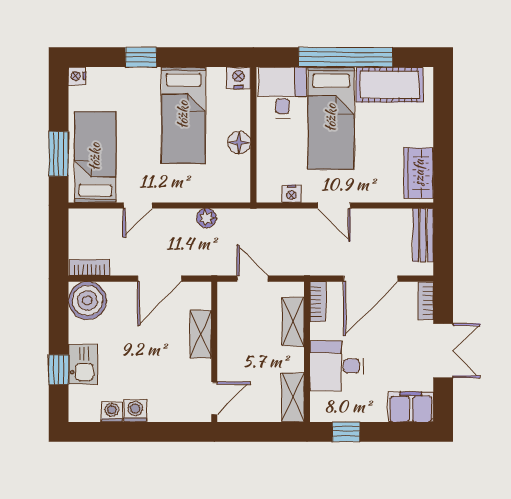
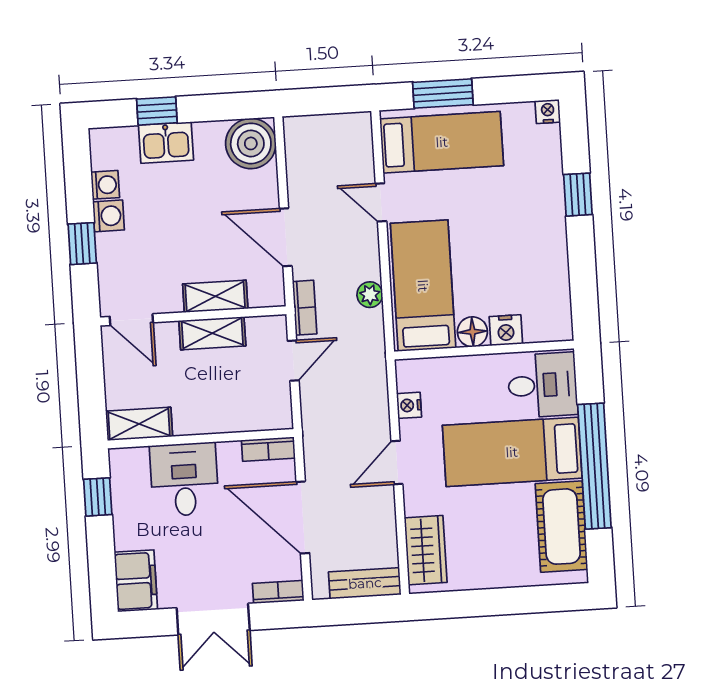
nightstand: (238, 78) -> (506, 330), moved, turned 90
bed: (183, 115) -> (423, 286), moved, turned 90
wardrobe: (419, 173) -> (426, 550), moved, turned 90
bookcase: (89, 268) -> (305, 308), moved
shelving: (293, 322) -> (212, 333), moved
window: (155, 432) -> (82, 244), added

